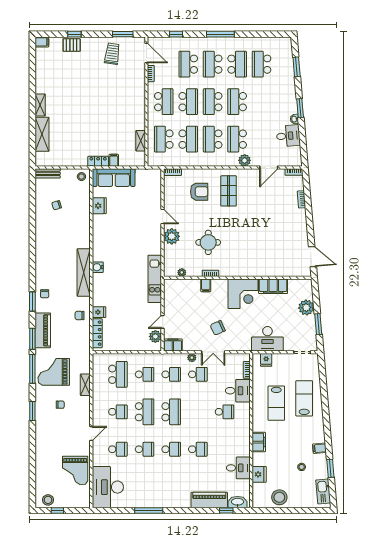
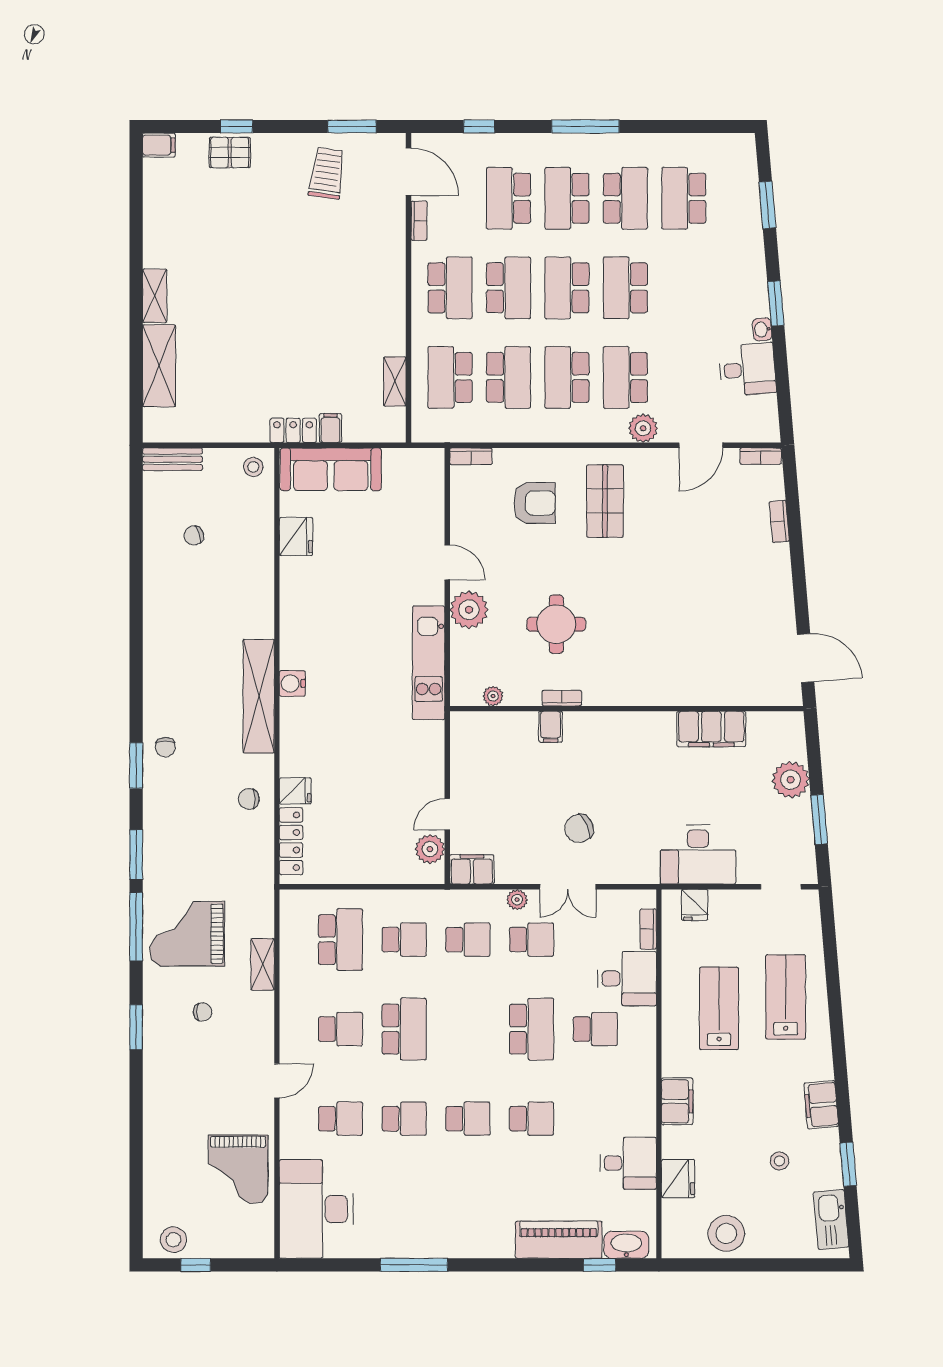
kitchen unit: (155, 279) -> (429, 663), moved
corner desk: (243, 294) -> (639, 747), removed
piano: (43, 330) -> (161, 834), removed
lab bench: (276, 403) -> (719, 1008), turned 180
school desk: (171, 412) -> (532, 1029), moved
filing cabinet: (319, 448) -> (821, 1105), width x2.00

